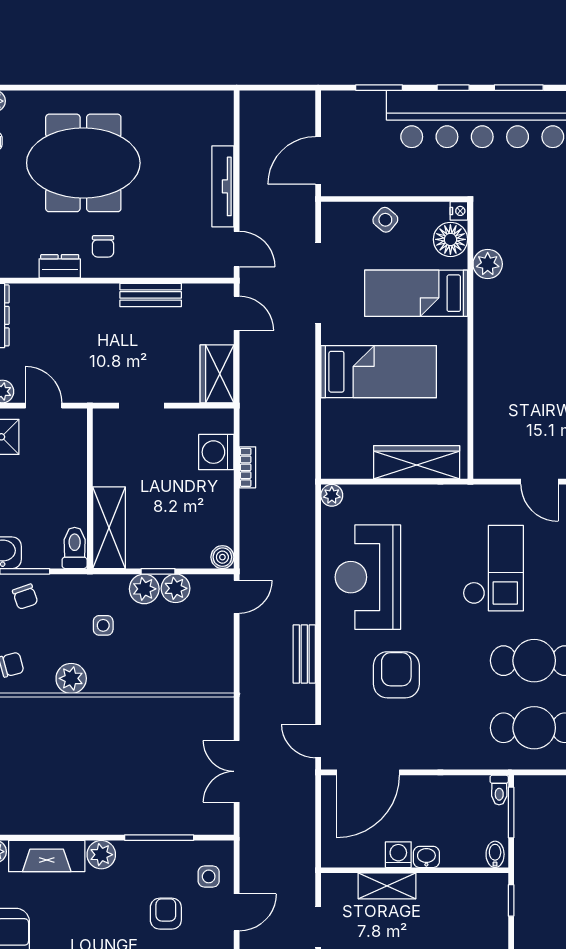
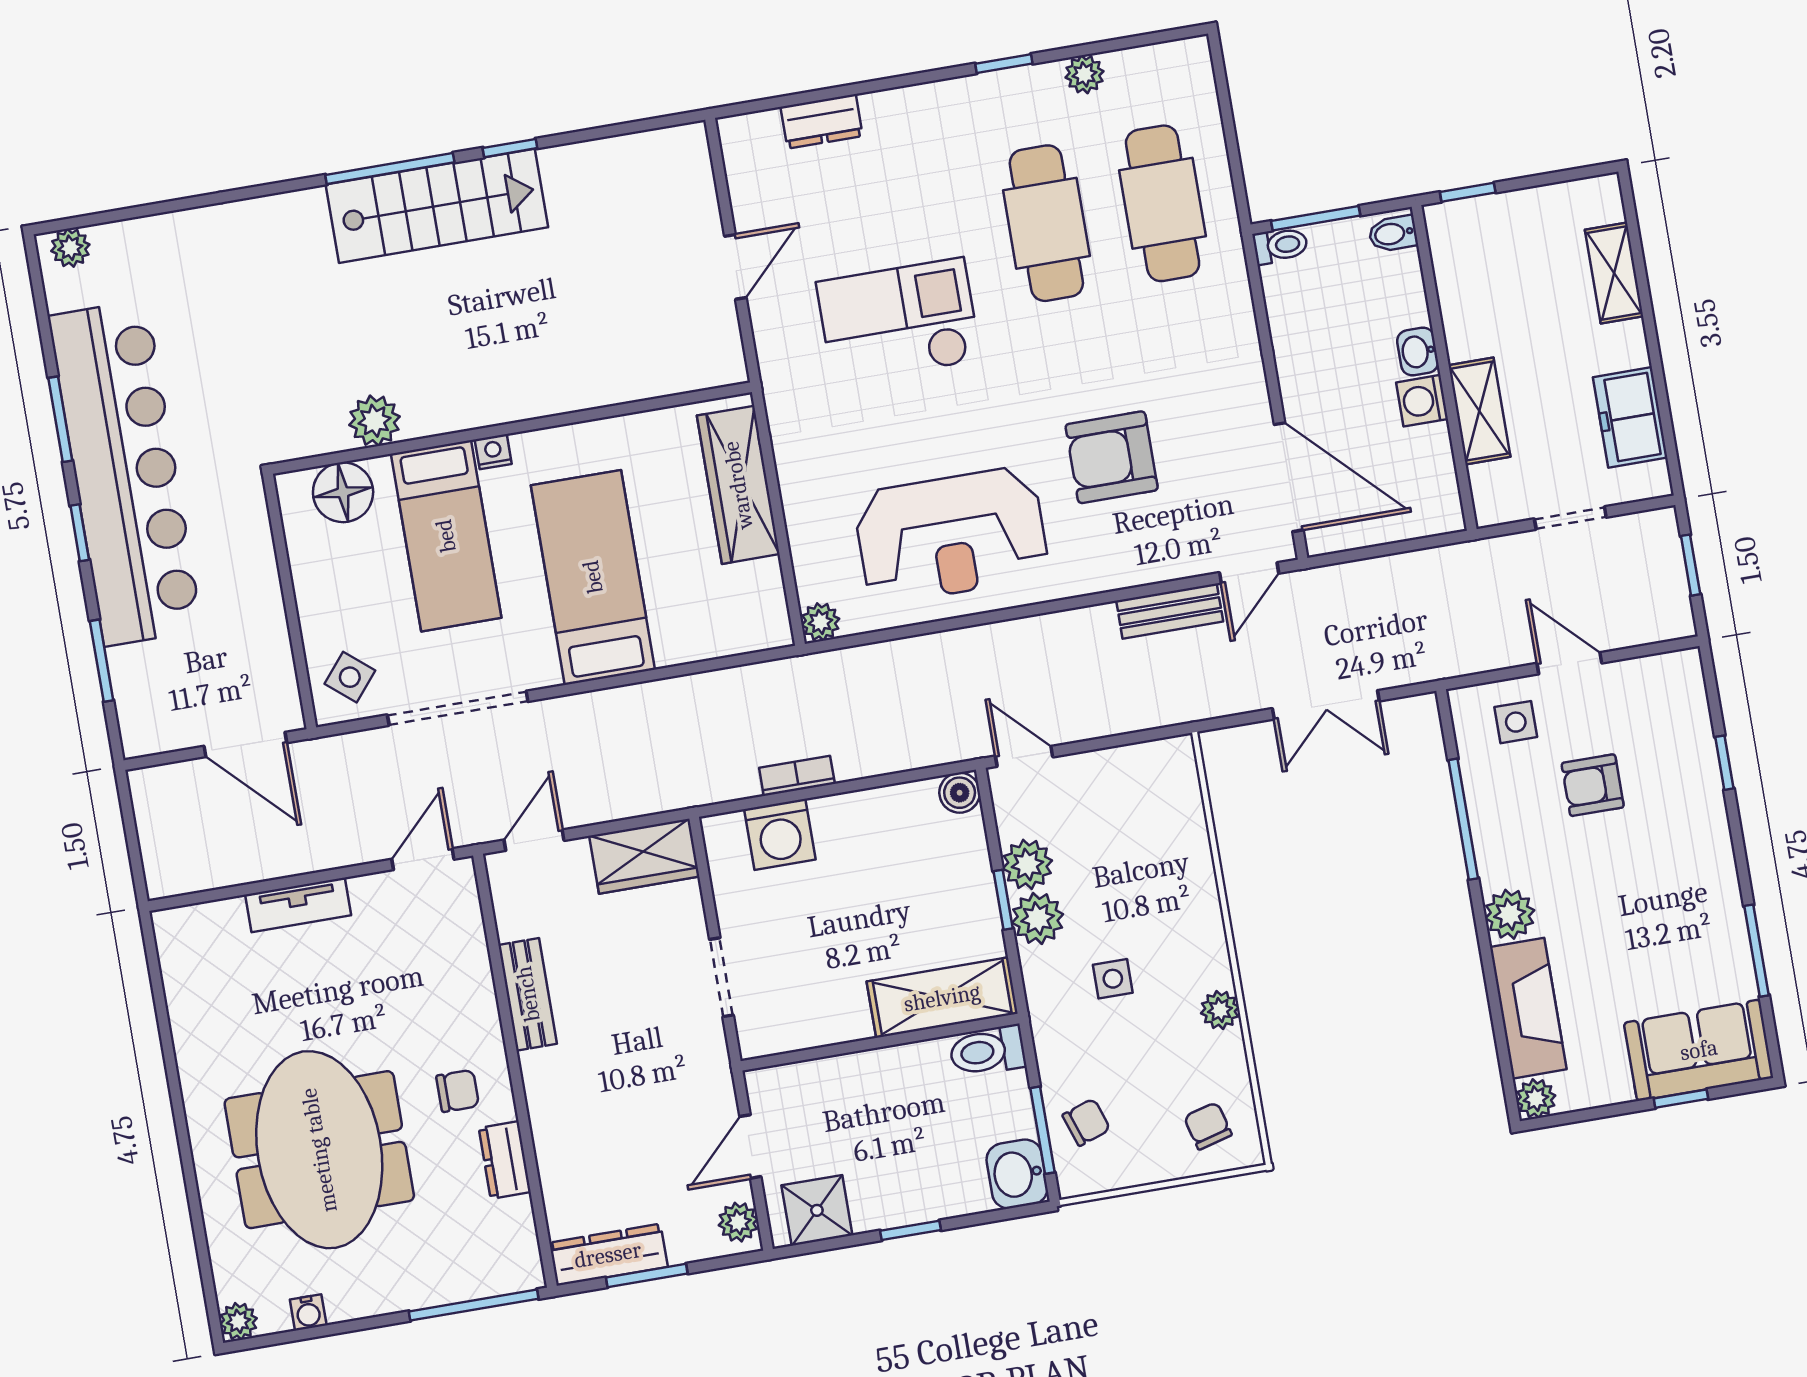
tv unit: (223, 186) -> (298, 905), width x0.71
nightstand: (459, 211) -> (493, 452), moved
side table: (385, 220) -> (350, 677), moved
bench: (304, 654) -> (1170, 611), moved
plant: (71, 678) -> (1220, 1010), width x0.73, depth x0.73

